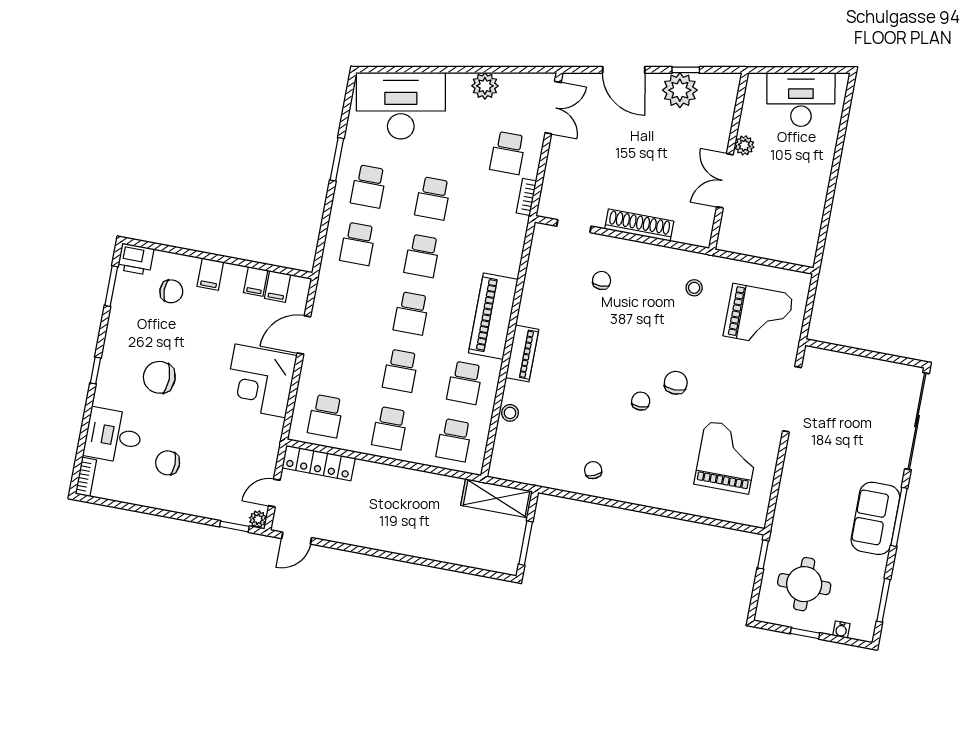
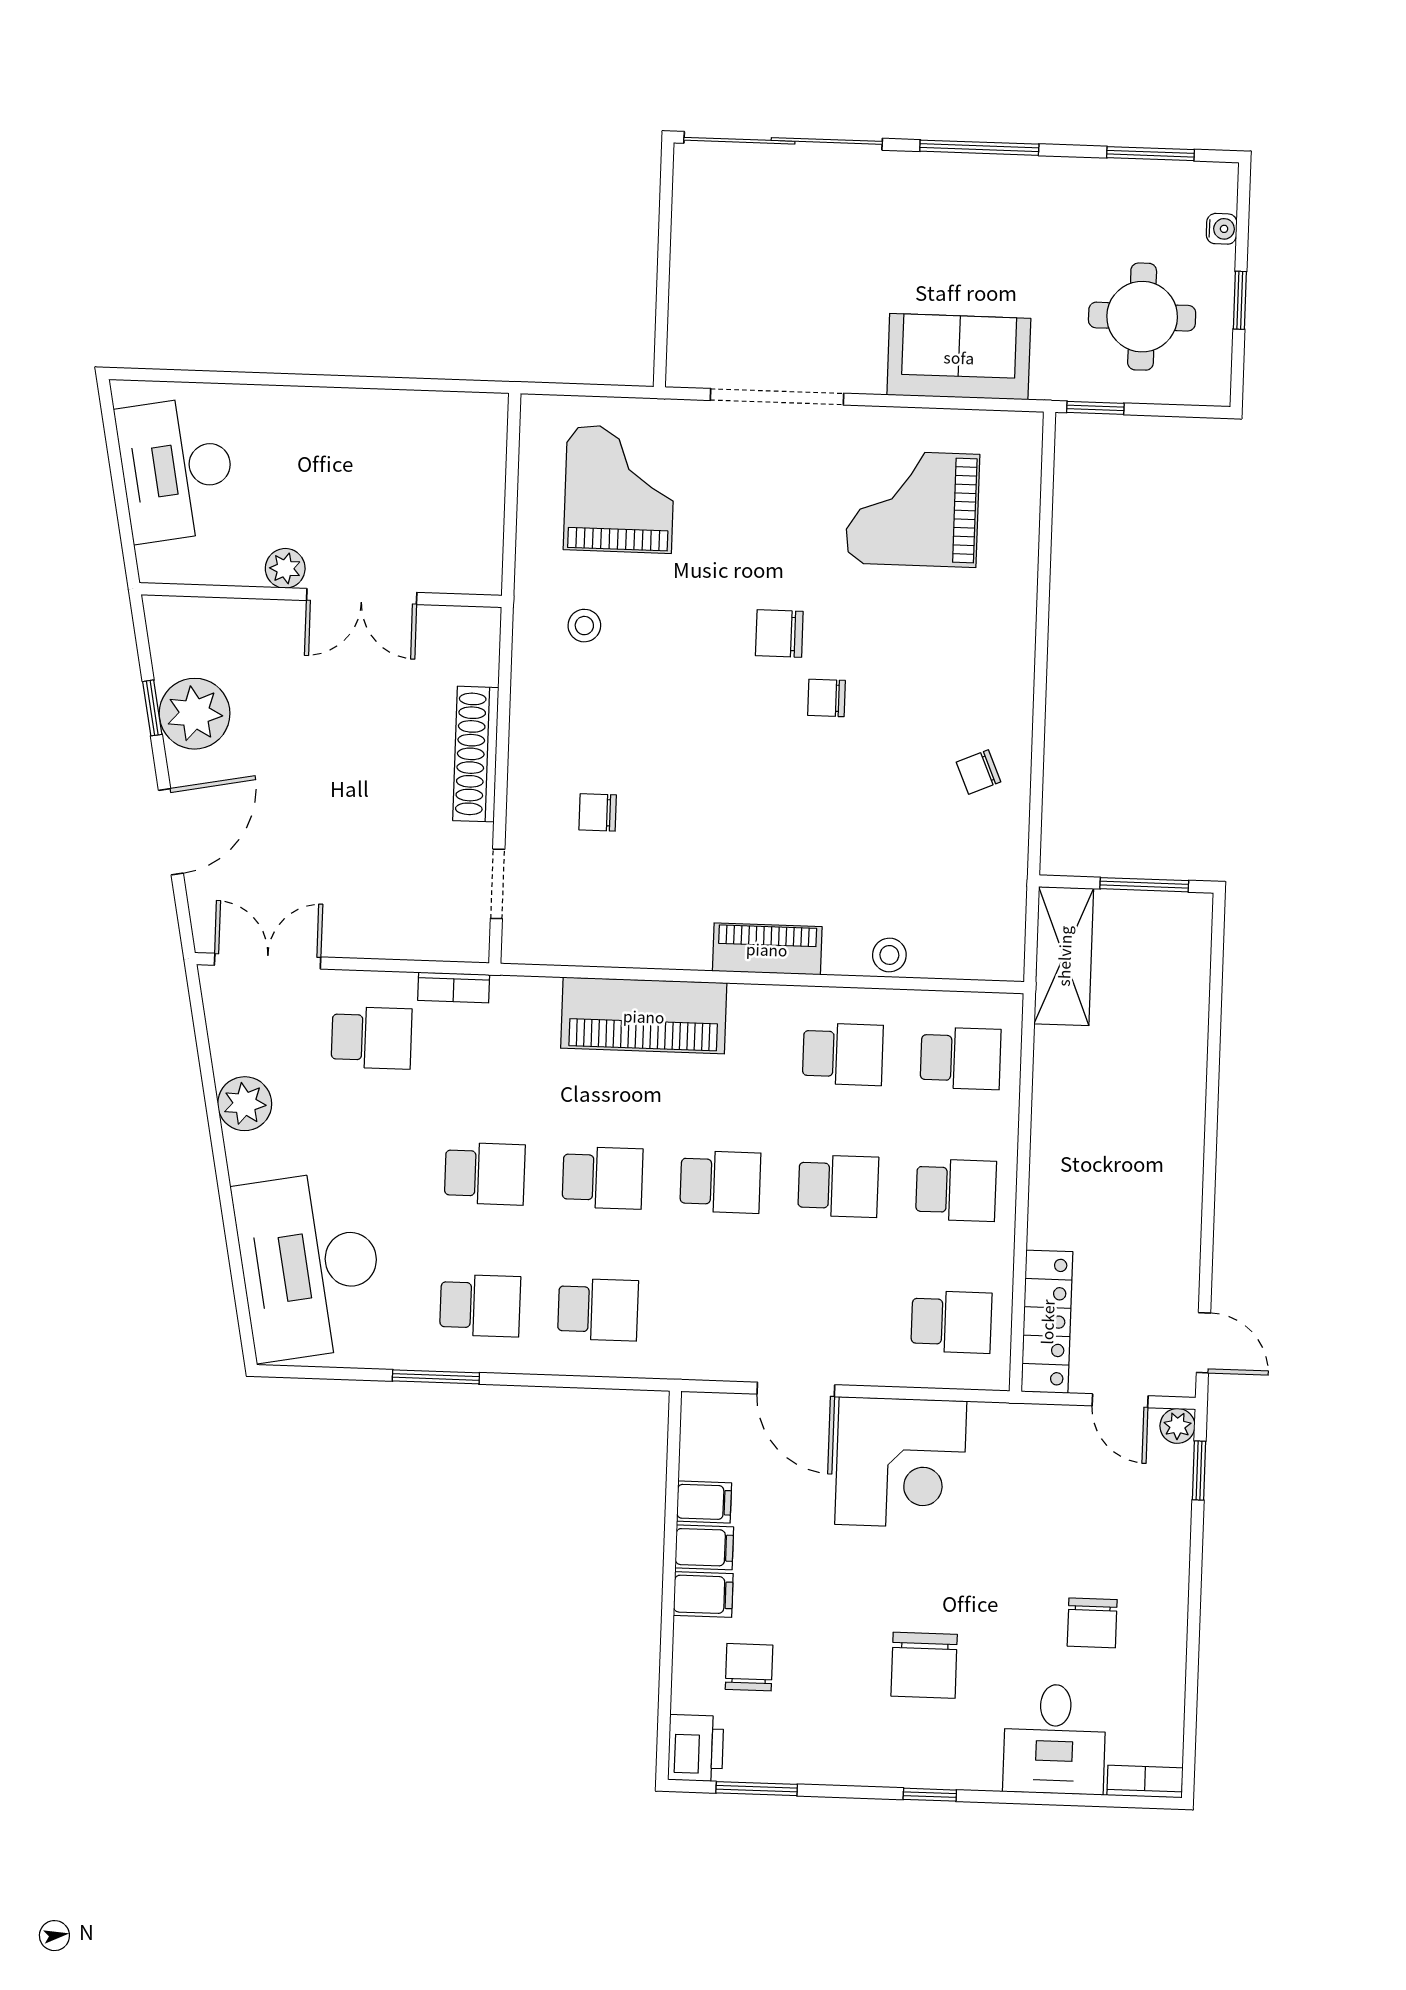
filing cabinet: (278, 287) -> (704, 1547), moved
piano: (493, 316) -> (644, 1016), moved
sofa: (875, 518) -> (959, 357), moved, turned 180

